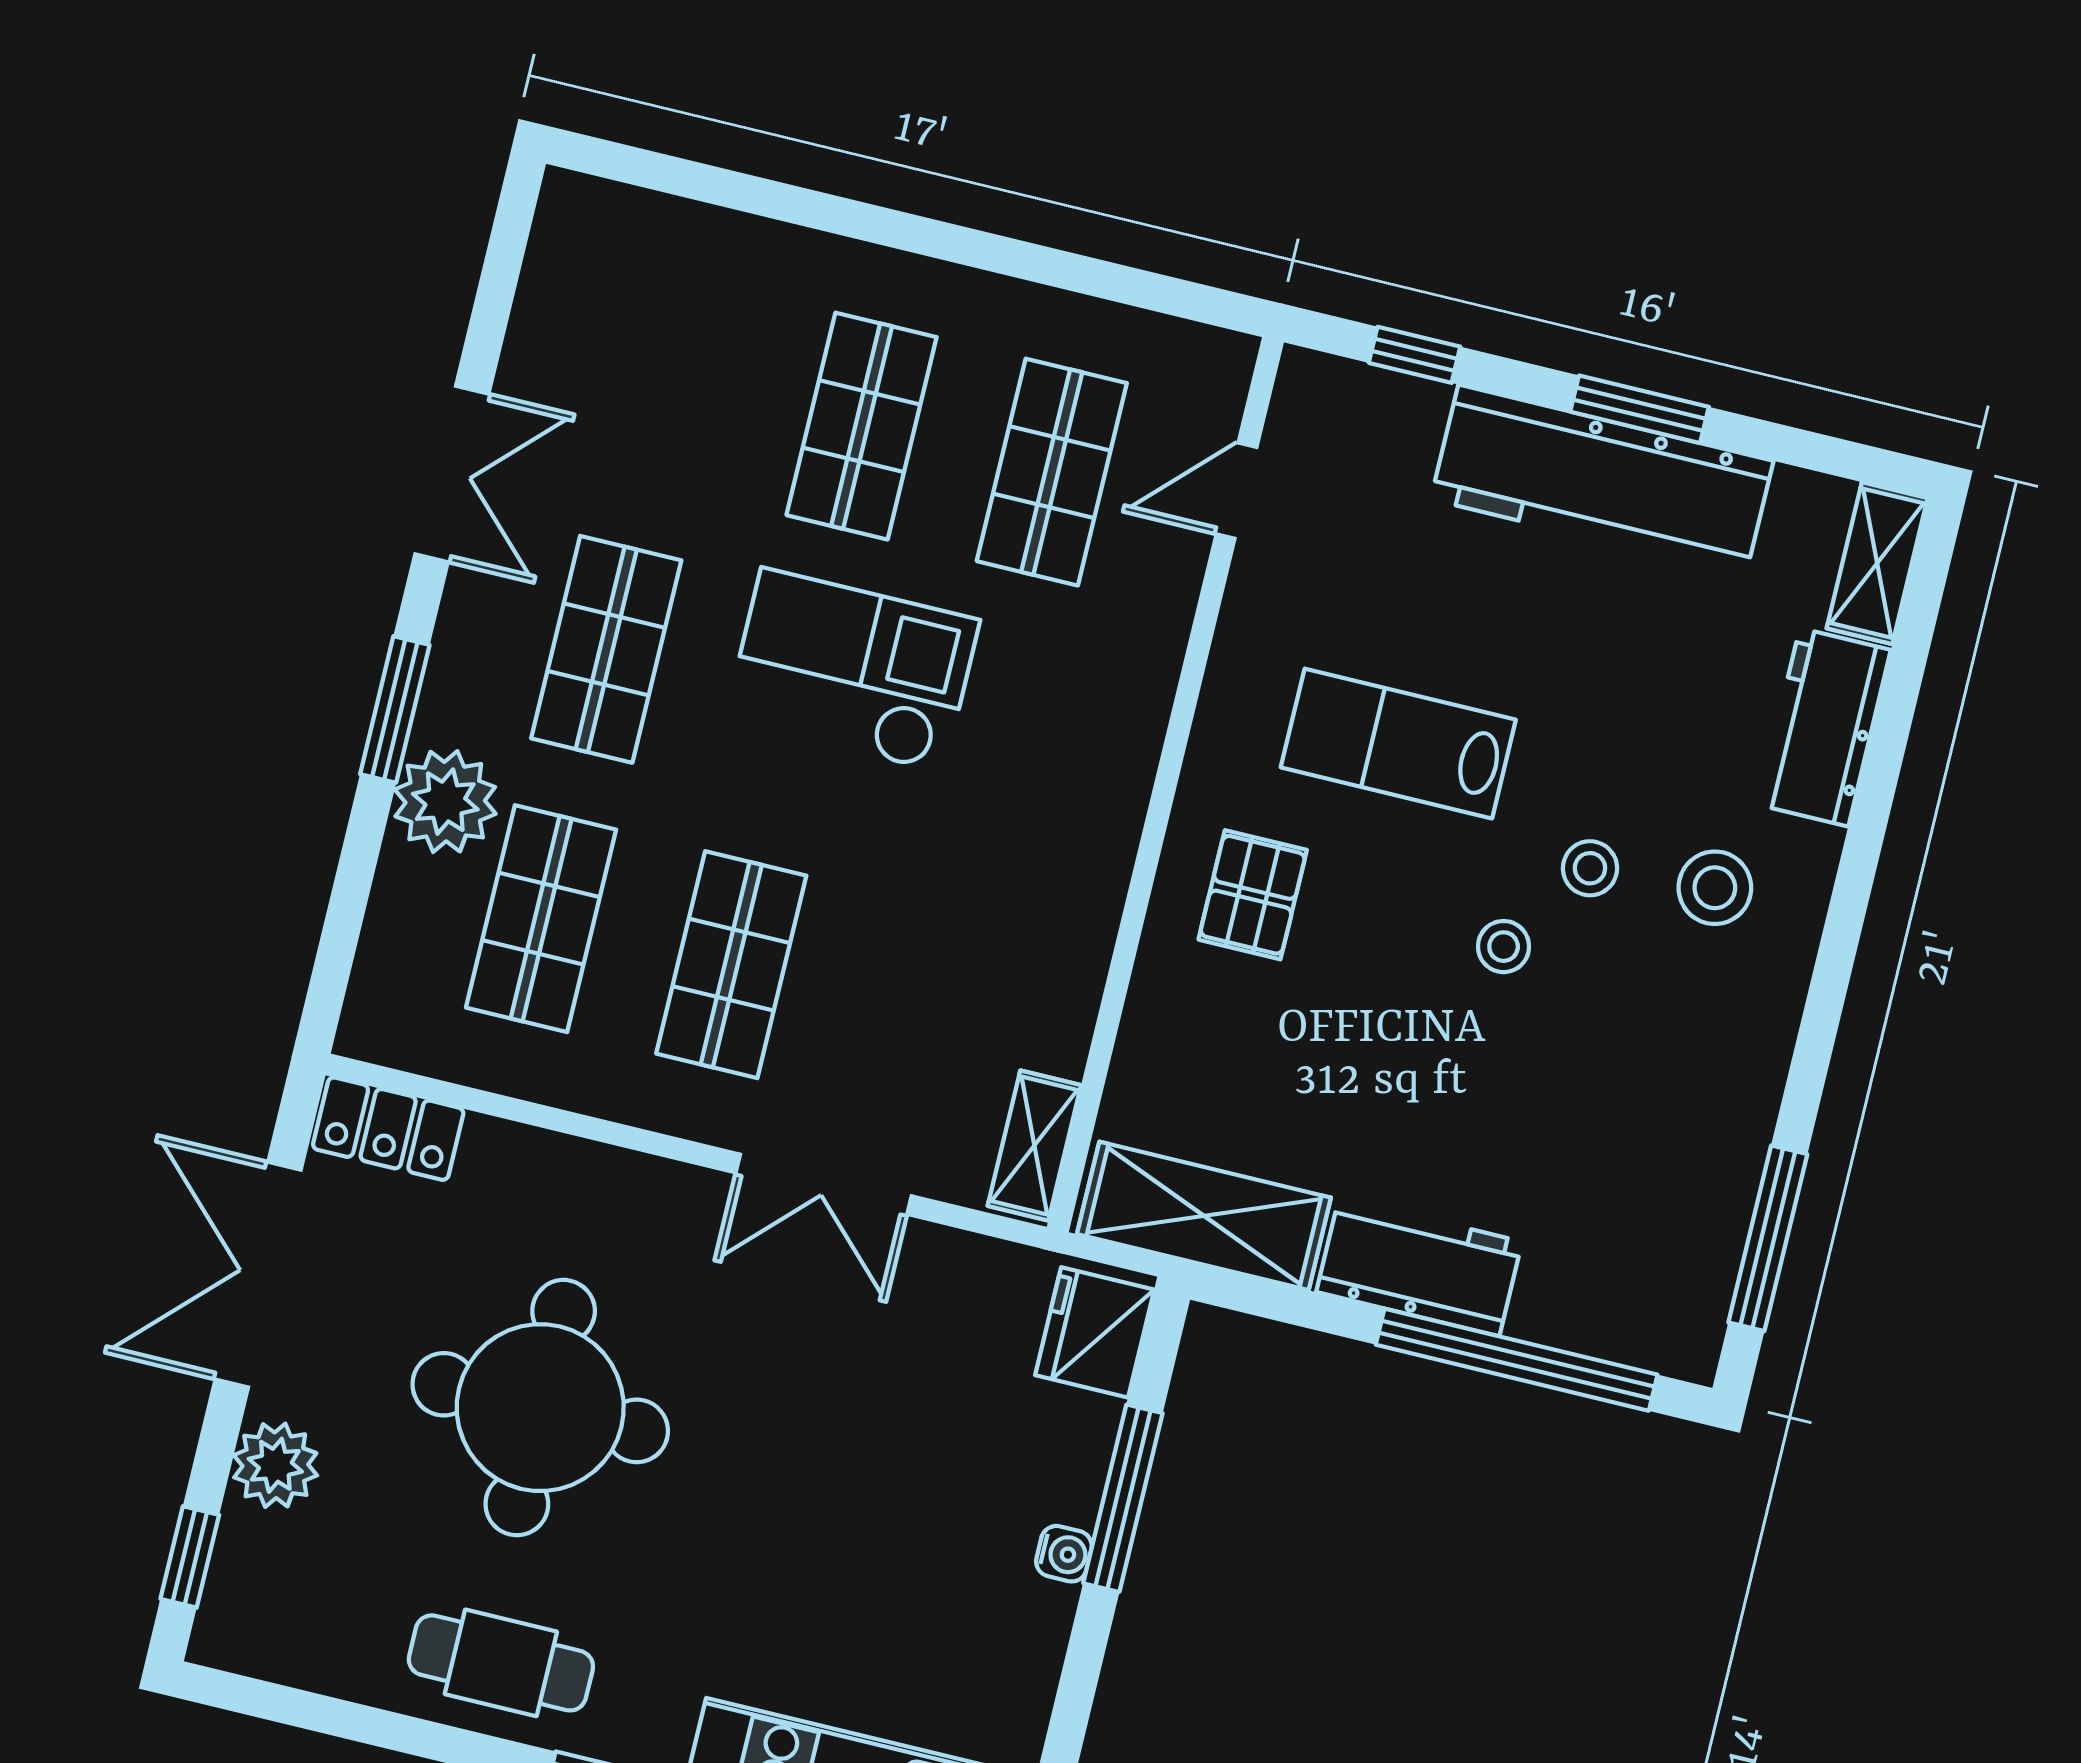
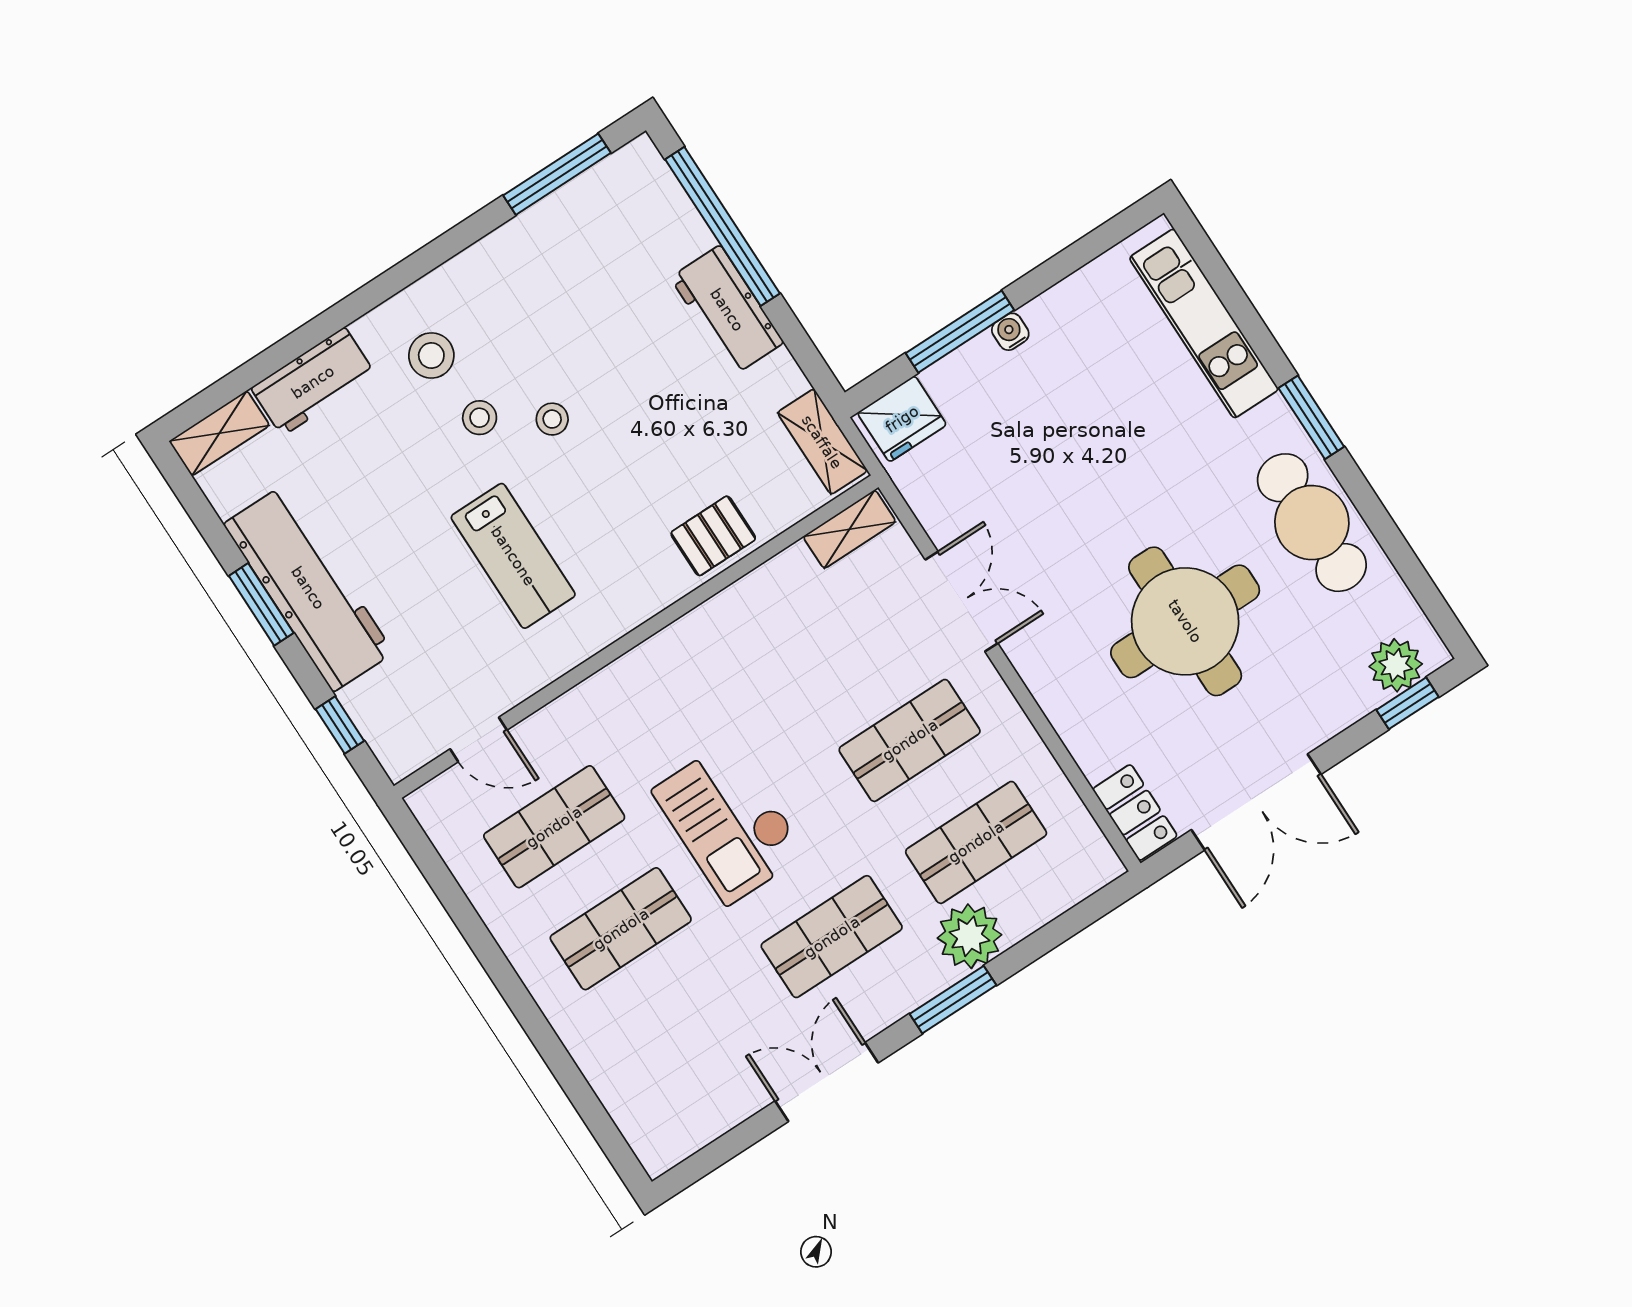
pallet: (1253, 895) -> (713, 536), moved
shelving: (1204, 1216) -> (822, 442), width x0.67, depth x0.75
plant: (275, 1465) -> (1396, 665), moved
cafe table: (501, 1663) -> (1312, 523), width x1.37, depth x1.35

